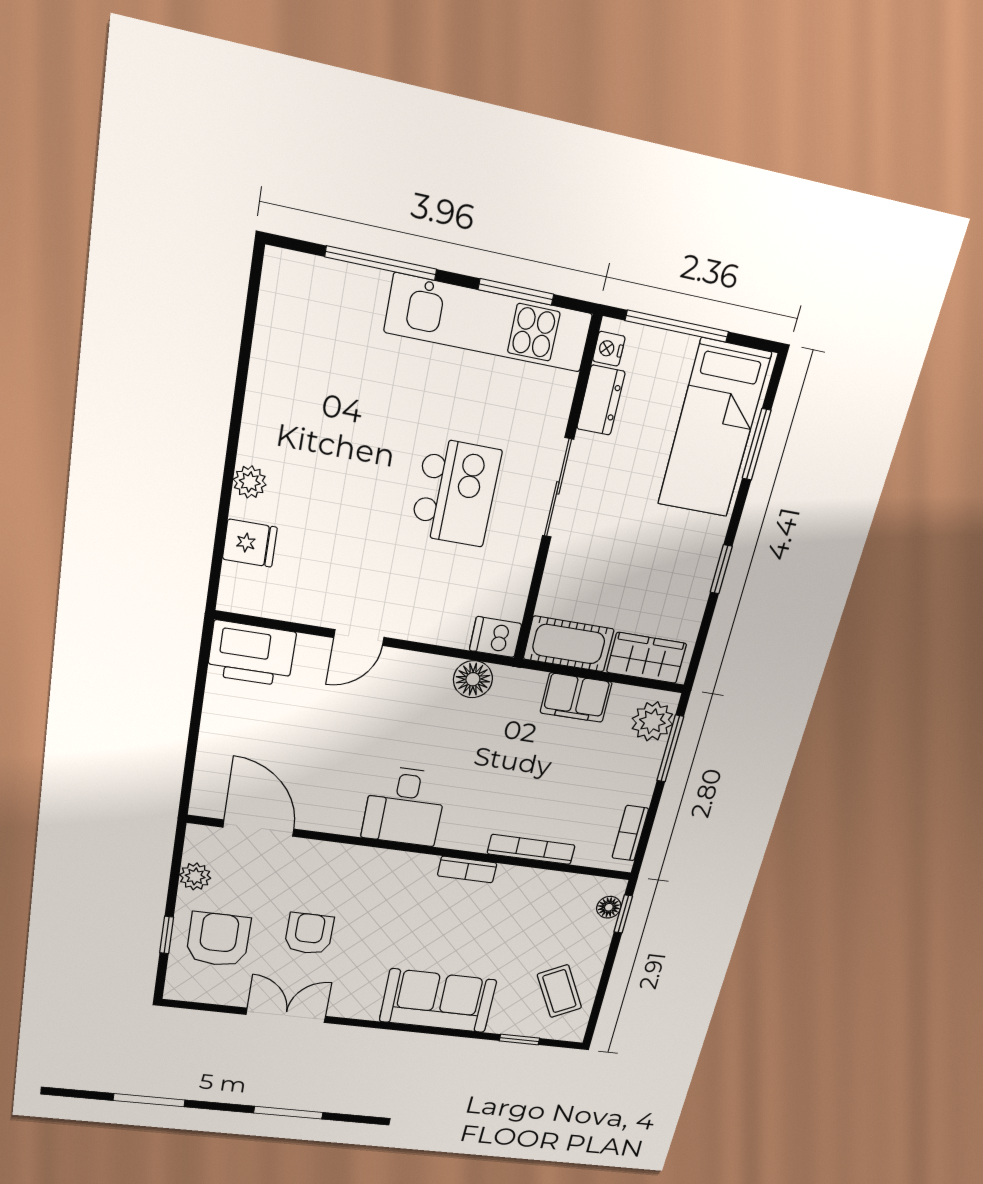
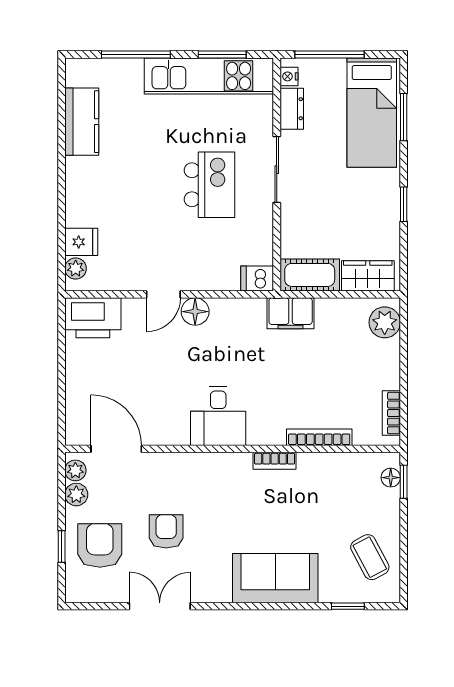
kitchen counter: (277, 357) -> (82, 122), added
plant: (250, 482) -> (76, 269), moved
floor lamp: (473, 679) -> (195, 312), moved
filing cabinet: (576, 698) -> (291, 313), moved
window: (670, 749) -> (404, 341), removed
plant: (198, 847) -> (75, 470), added

